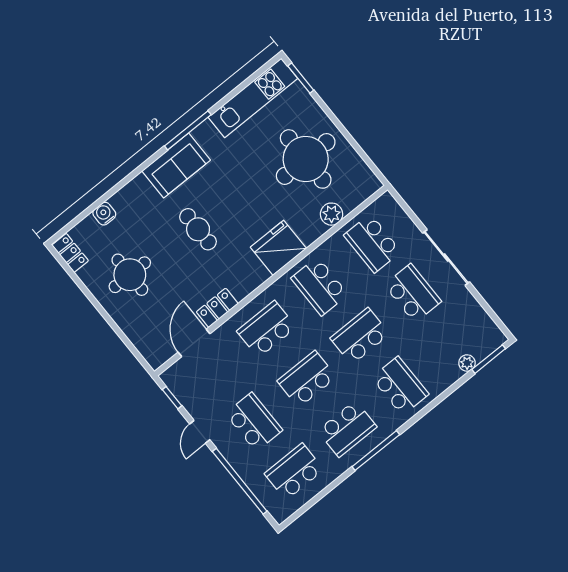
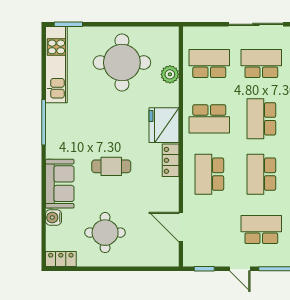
sofa: (176, 165) -> (60, 184), moved
school desk: (372, 243) -> (209, 64), turned 180
locker: (217, 308) -> (171, 160), moved

